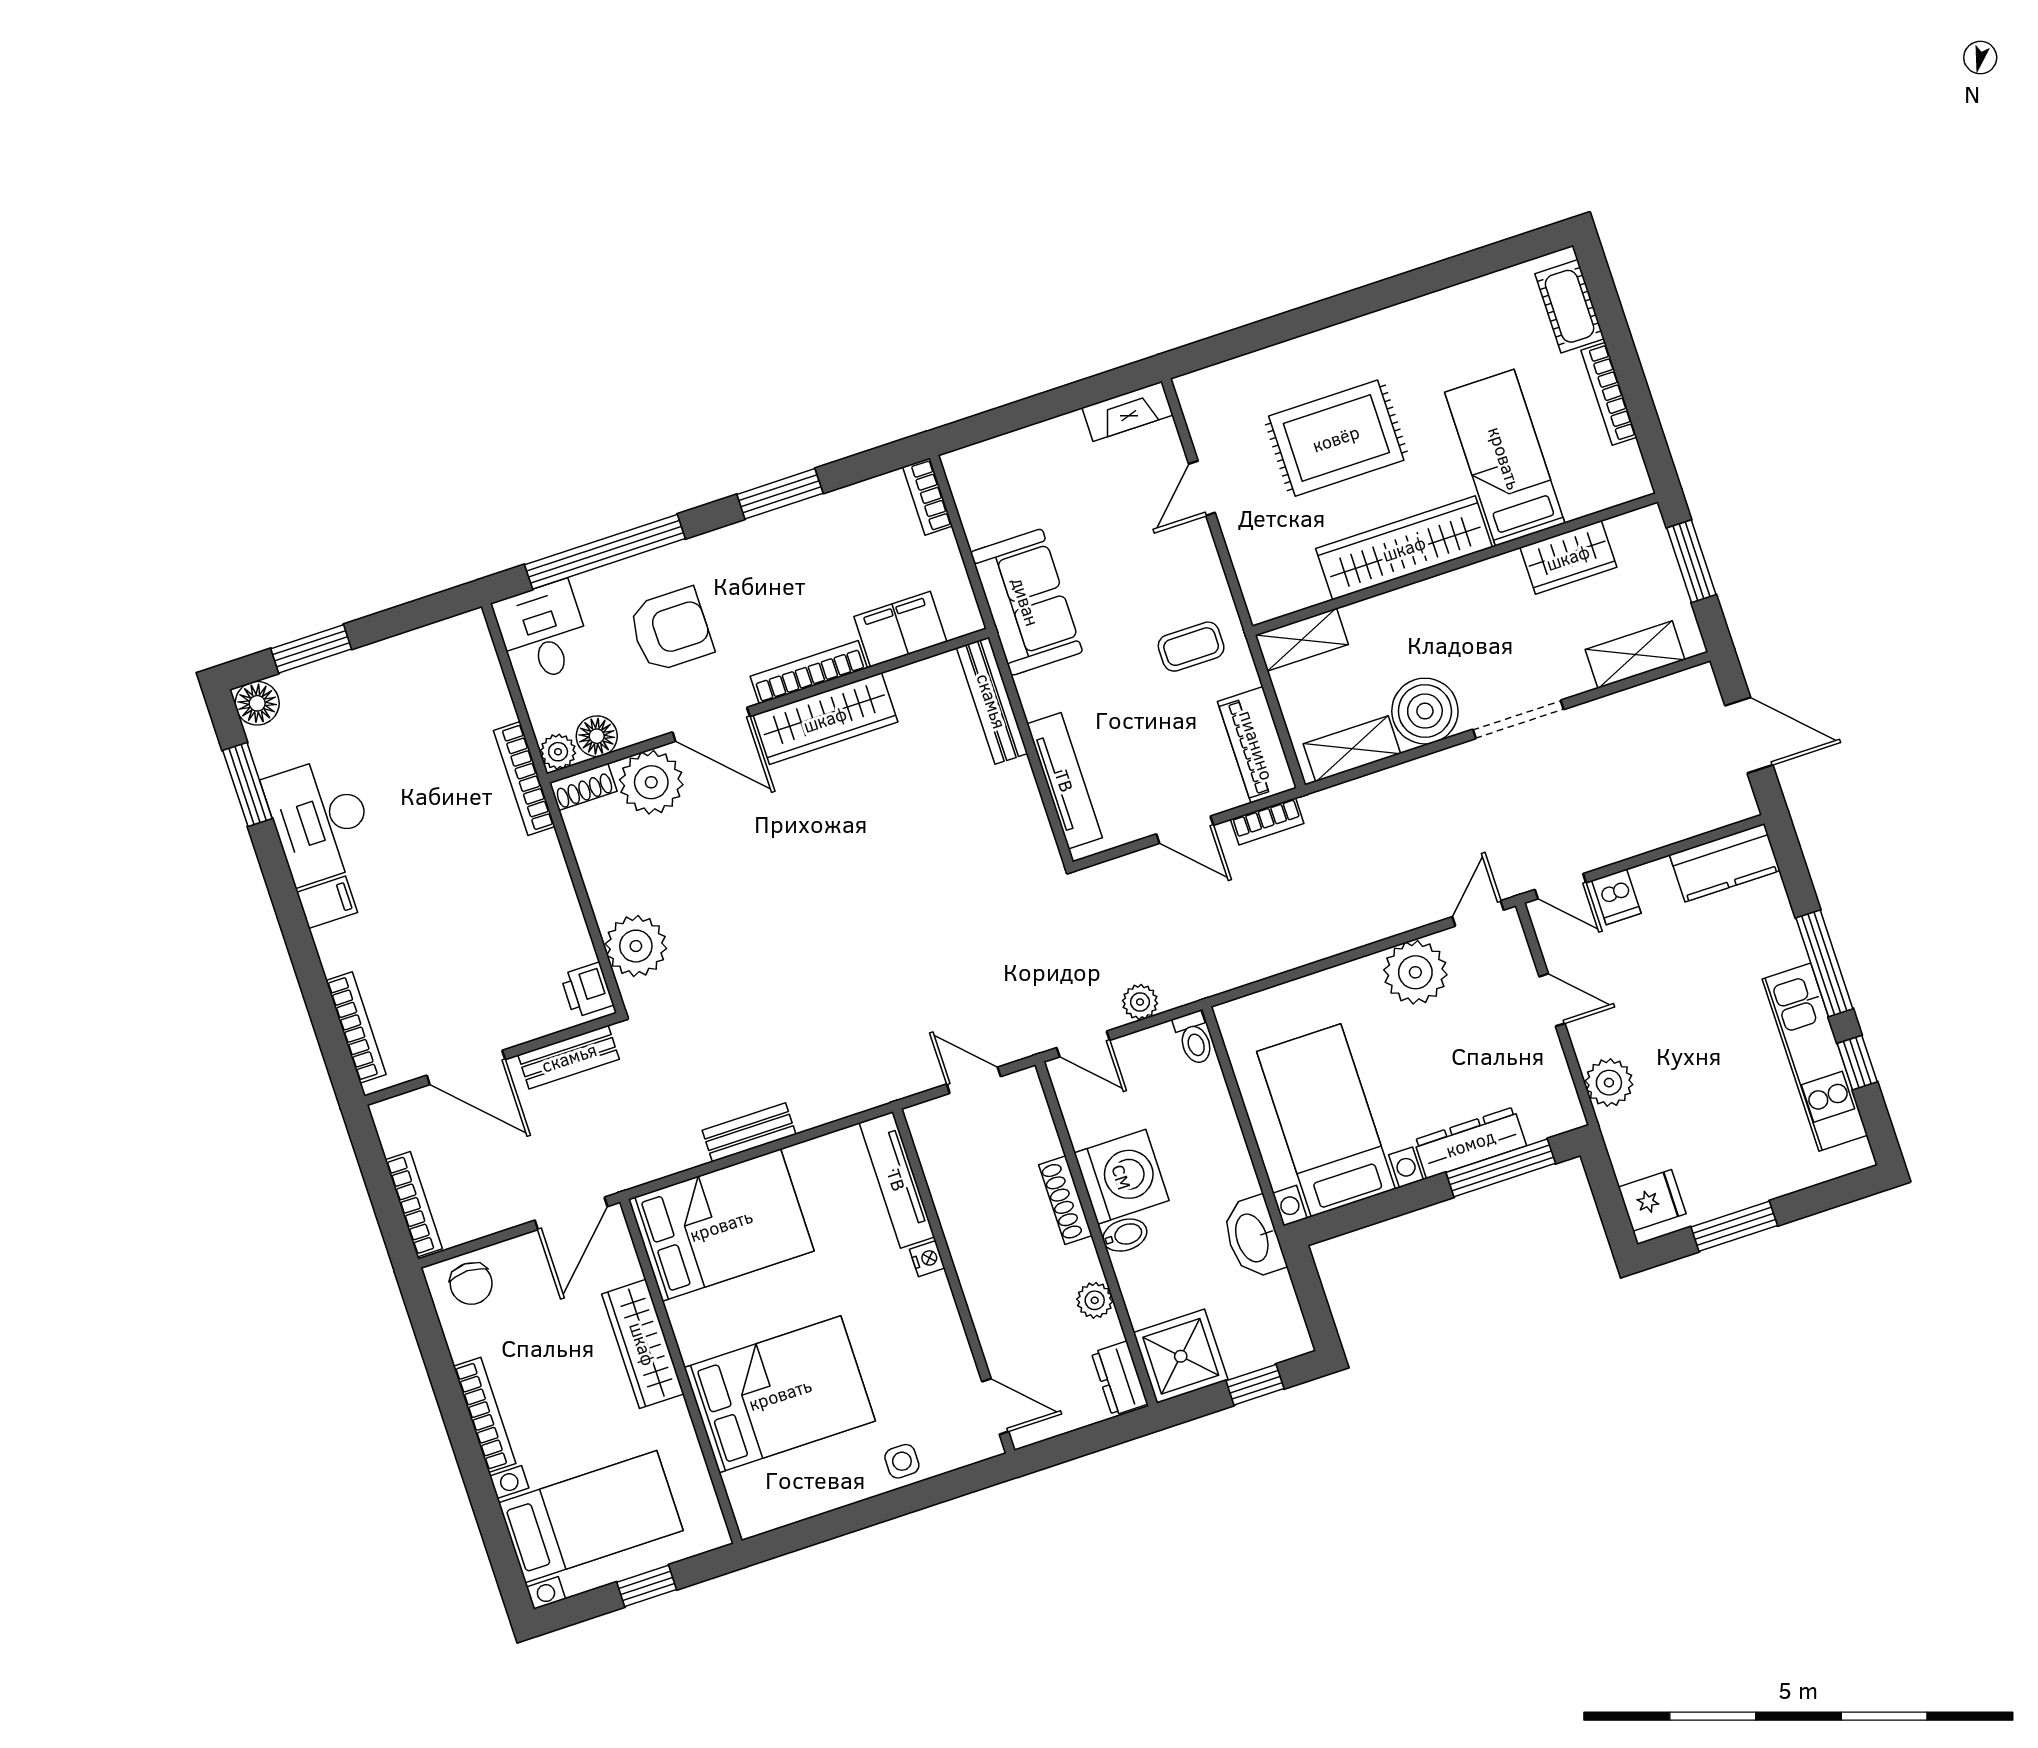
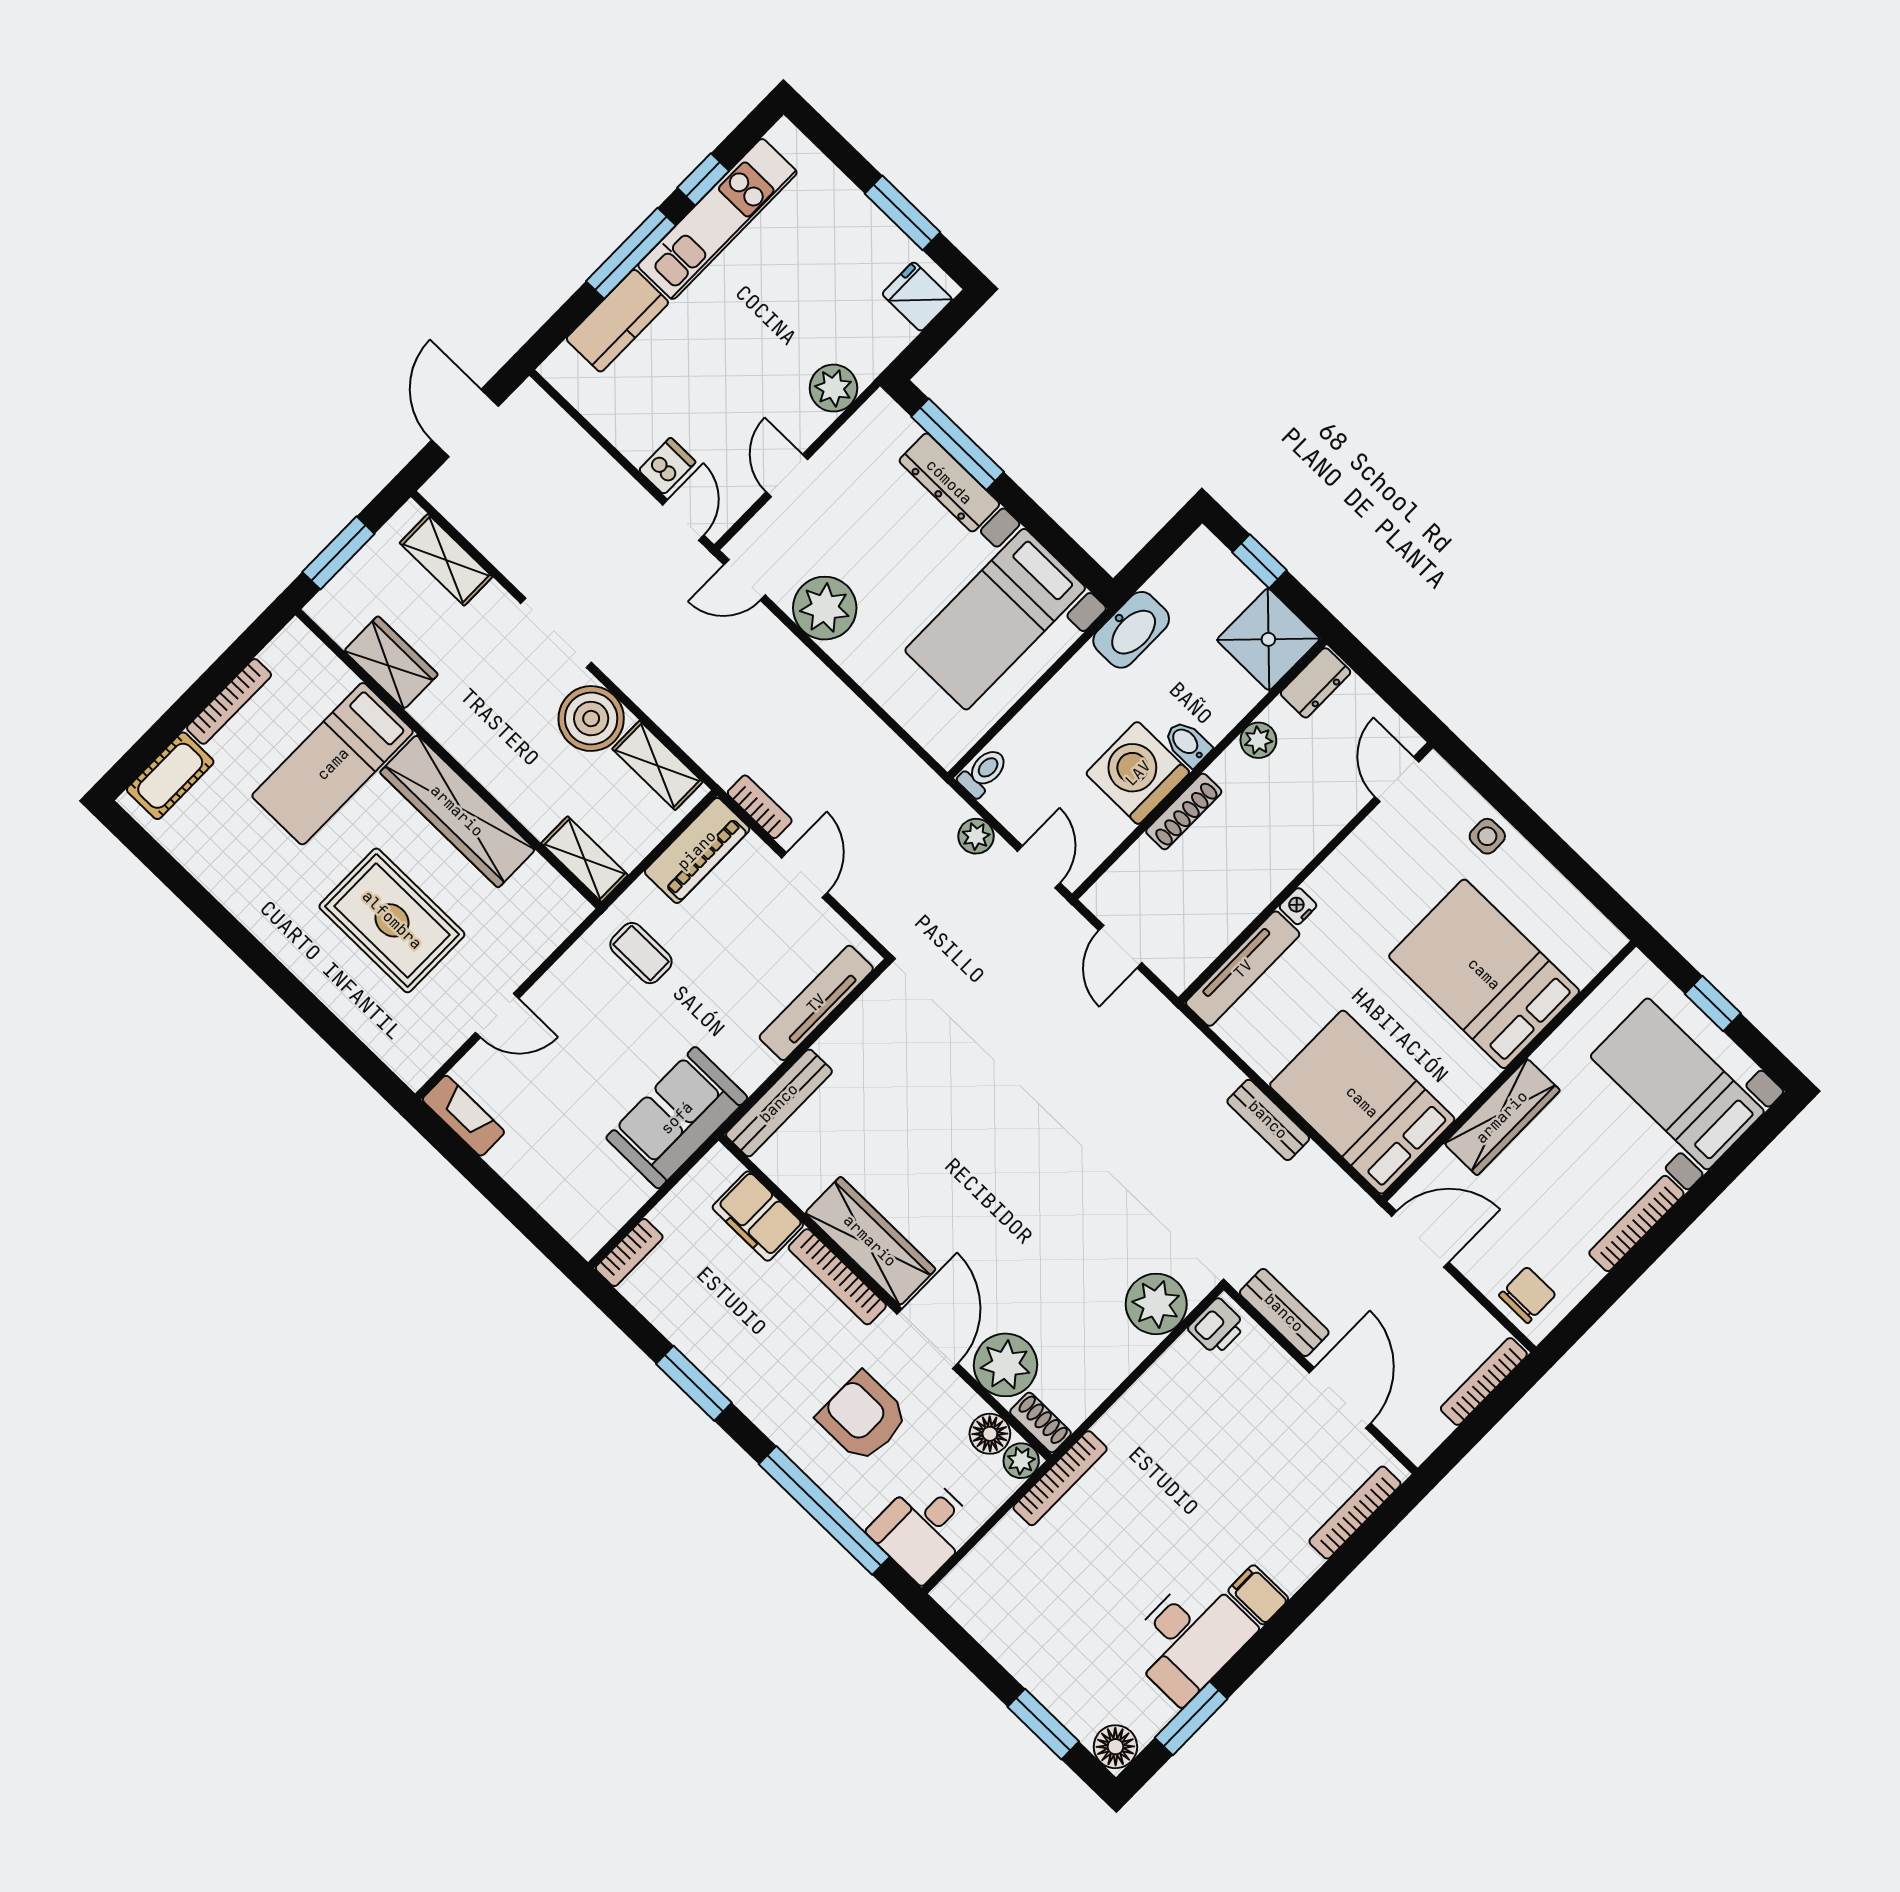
kitchen counter: (1725, 863) -> (617, 321), moved, turned 90

